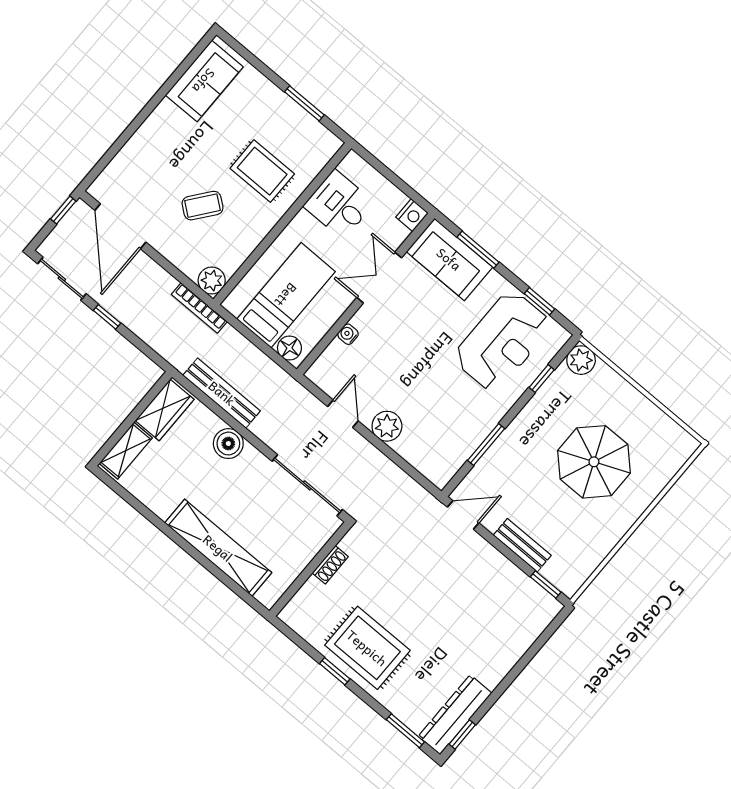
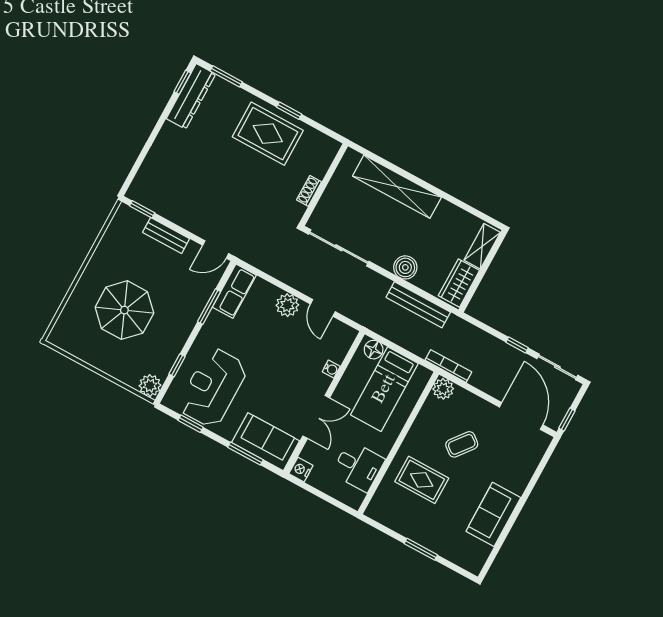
sofa: (204, 81) -> (493, 514), moved
window: (304, 103) -> (421, 549), moved
row of seats: (450, 458) -> (234, 291), added

